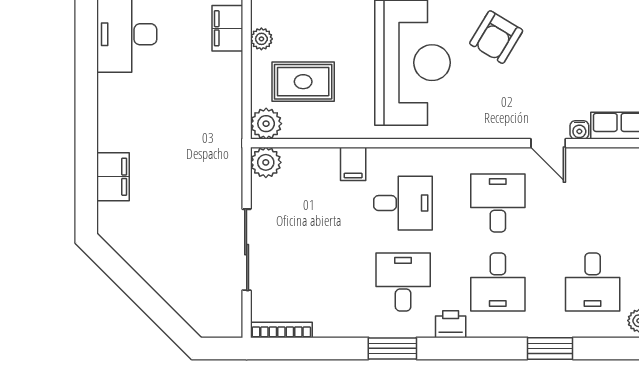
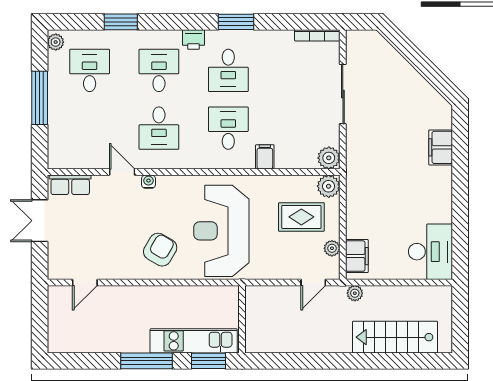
water cooler: (579, 130) -> (149, 182), moved
desk: (403, 203) -> (228, 128), turned 90

